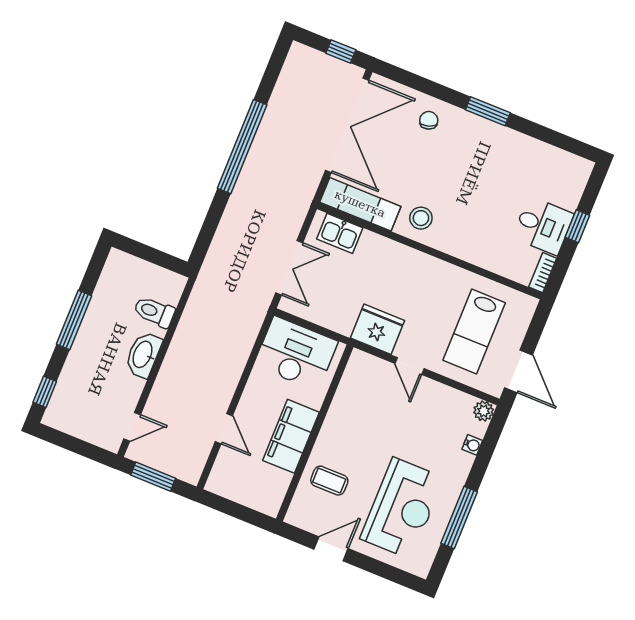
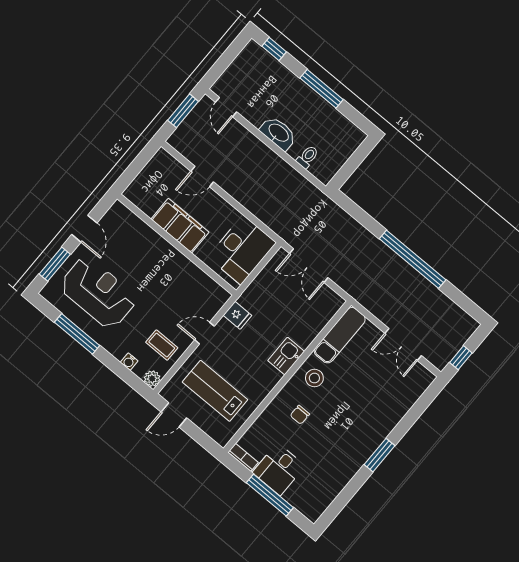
chair: (429, 120) -> (300, 415), moved, turned 108
double door: (347, 125) -> (403, 344), width x0.54
window: (577, 226) -> (270, 495), width x2.17
kitchen sink: (340, 233) -> (286, 356), moved
toilet: (154, 312) -> (307, 157), width x0.73, depth x0.72
fridge: (377, 329) -> (238, 315), width x0.53, depth x0.75
door: (518, 371) -> (174, 415), width x0.73
coffee table: (329, 481) -> (162, 345), moved, turned 90
reception desk: (402, 508) -> (98, 293), turned 180
window: (385, 571) -> (55, 264), added

